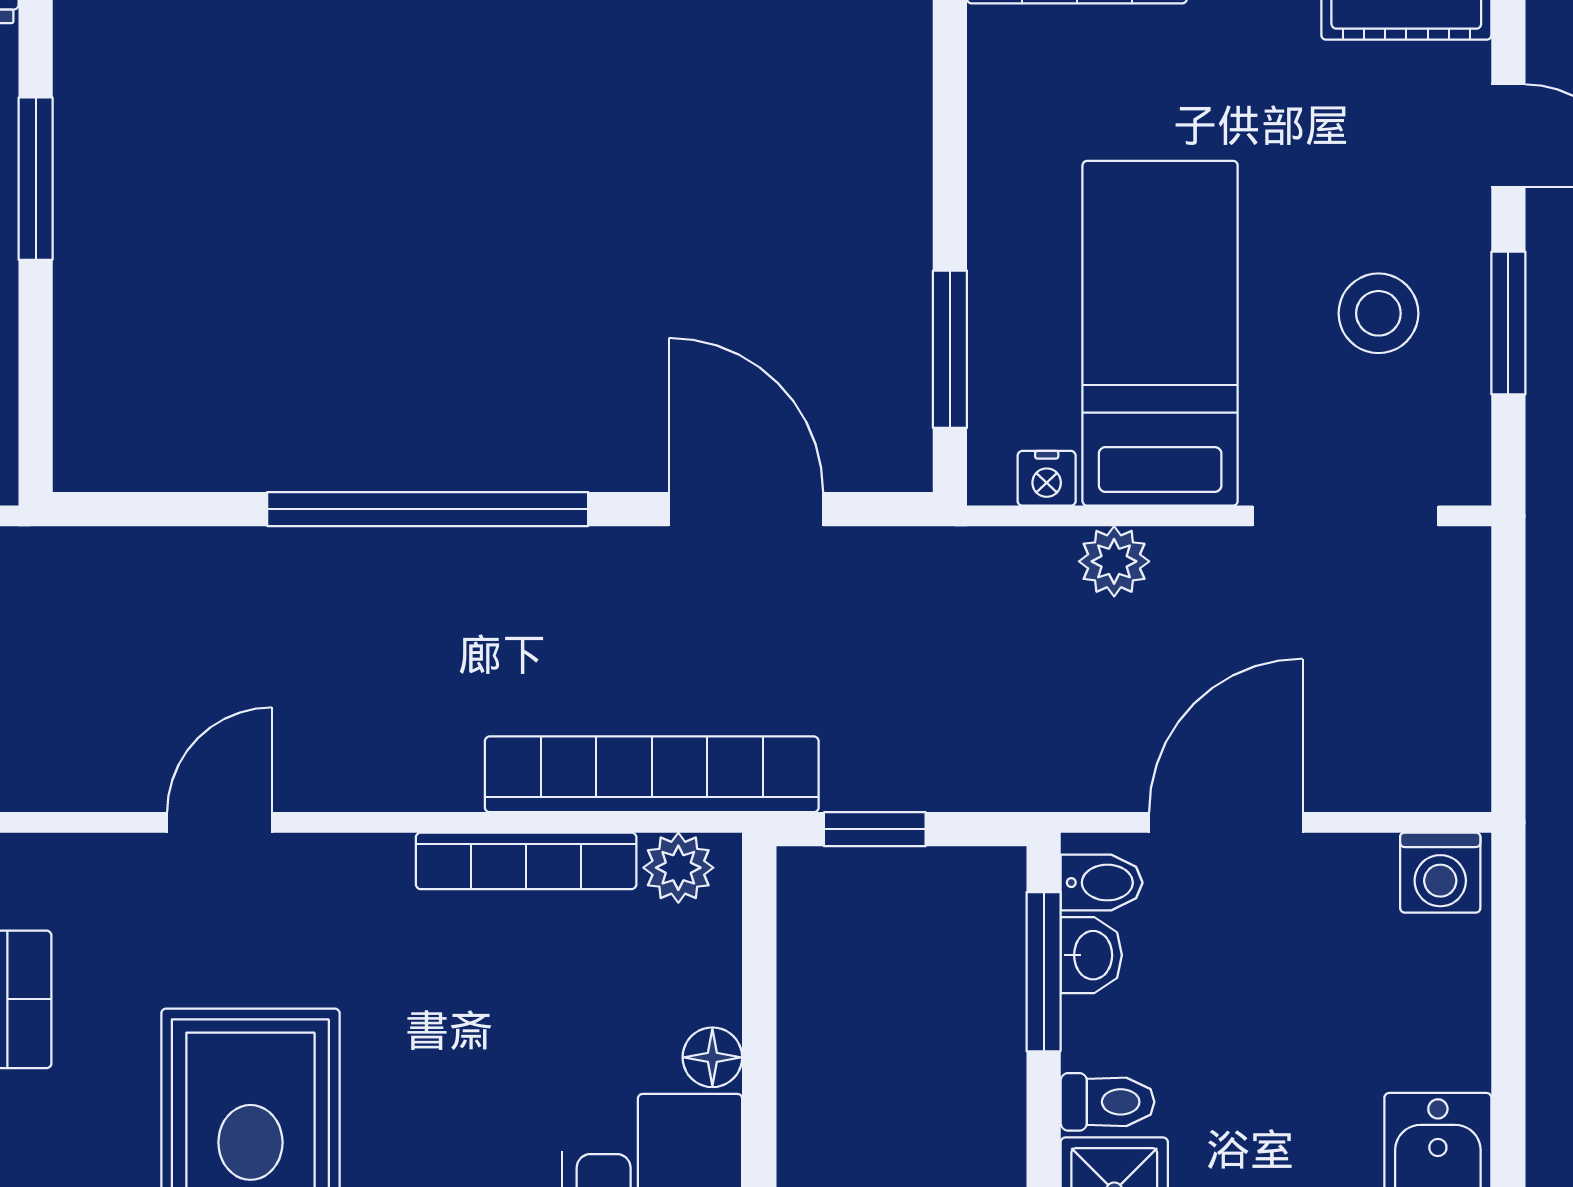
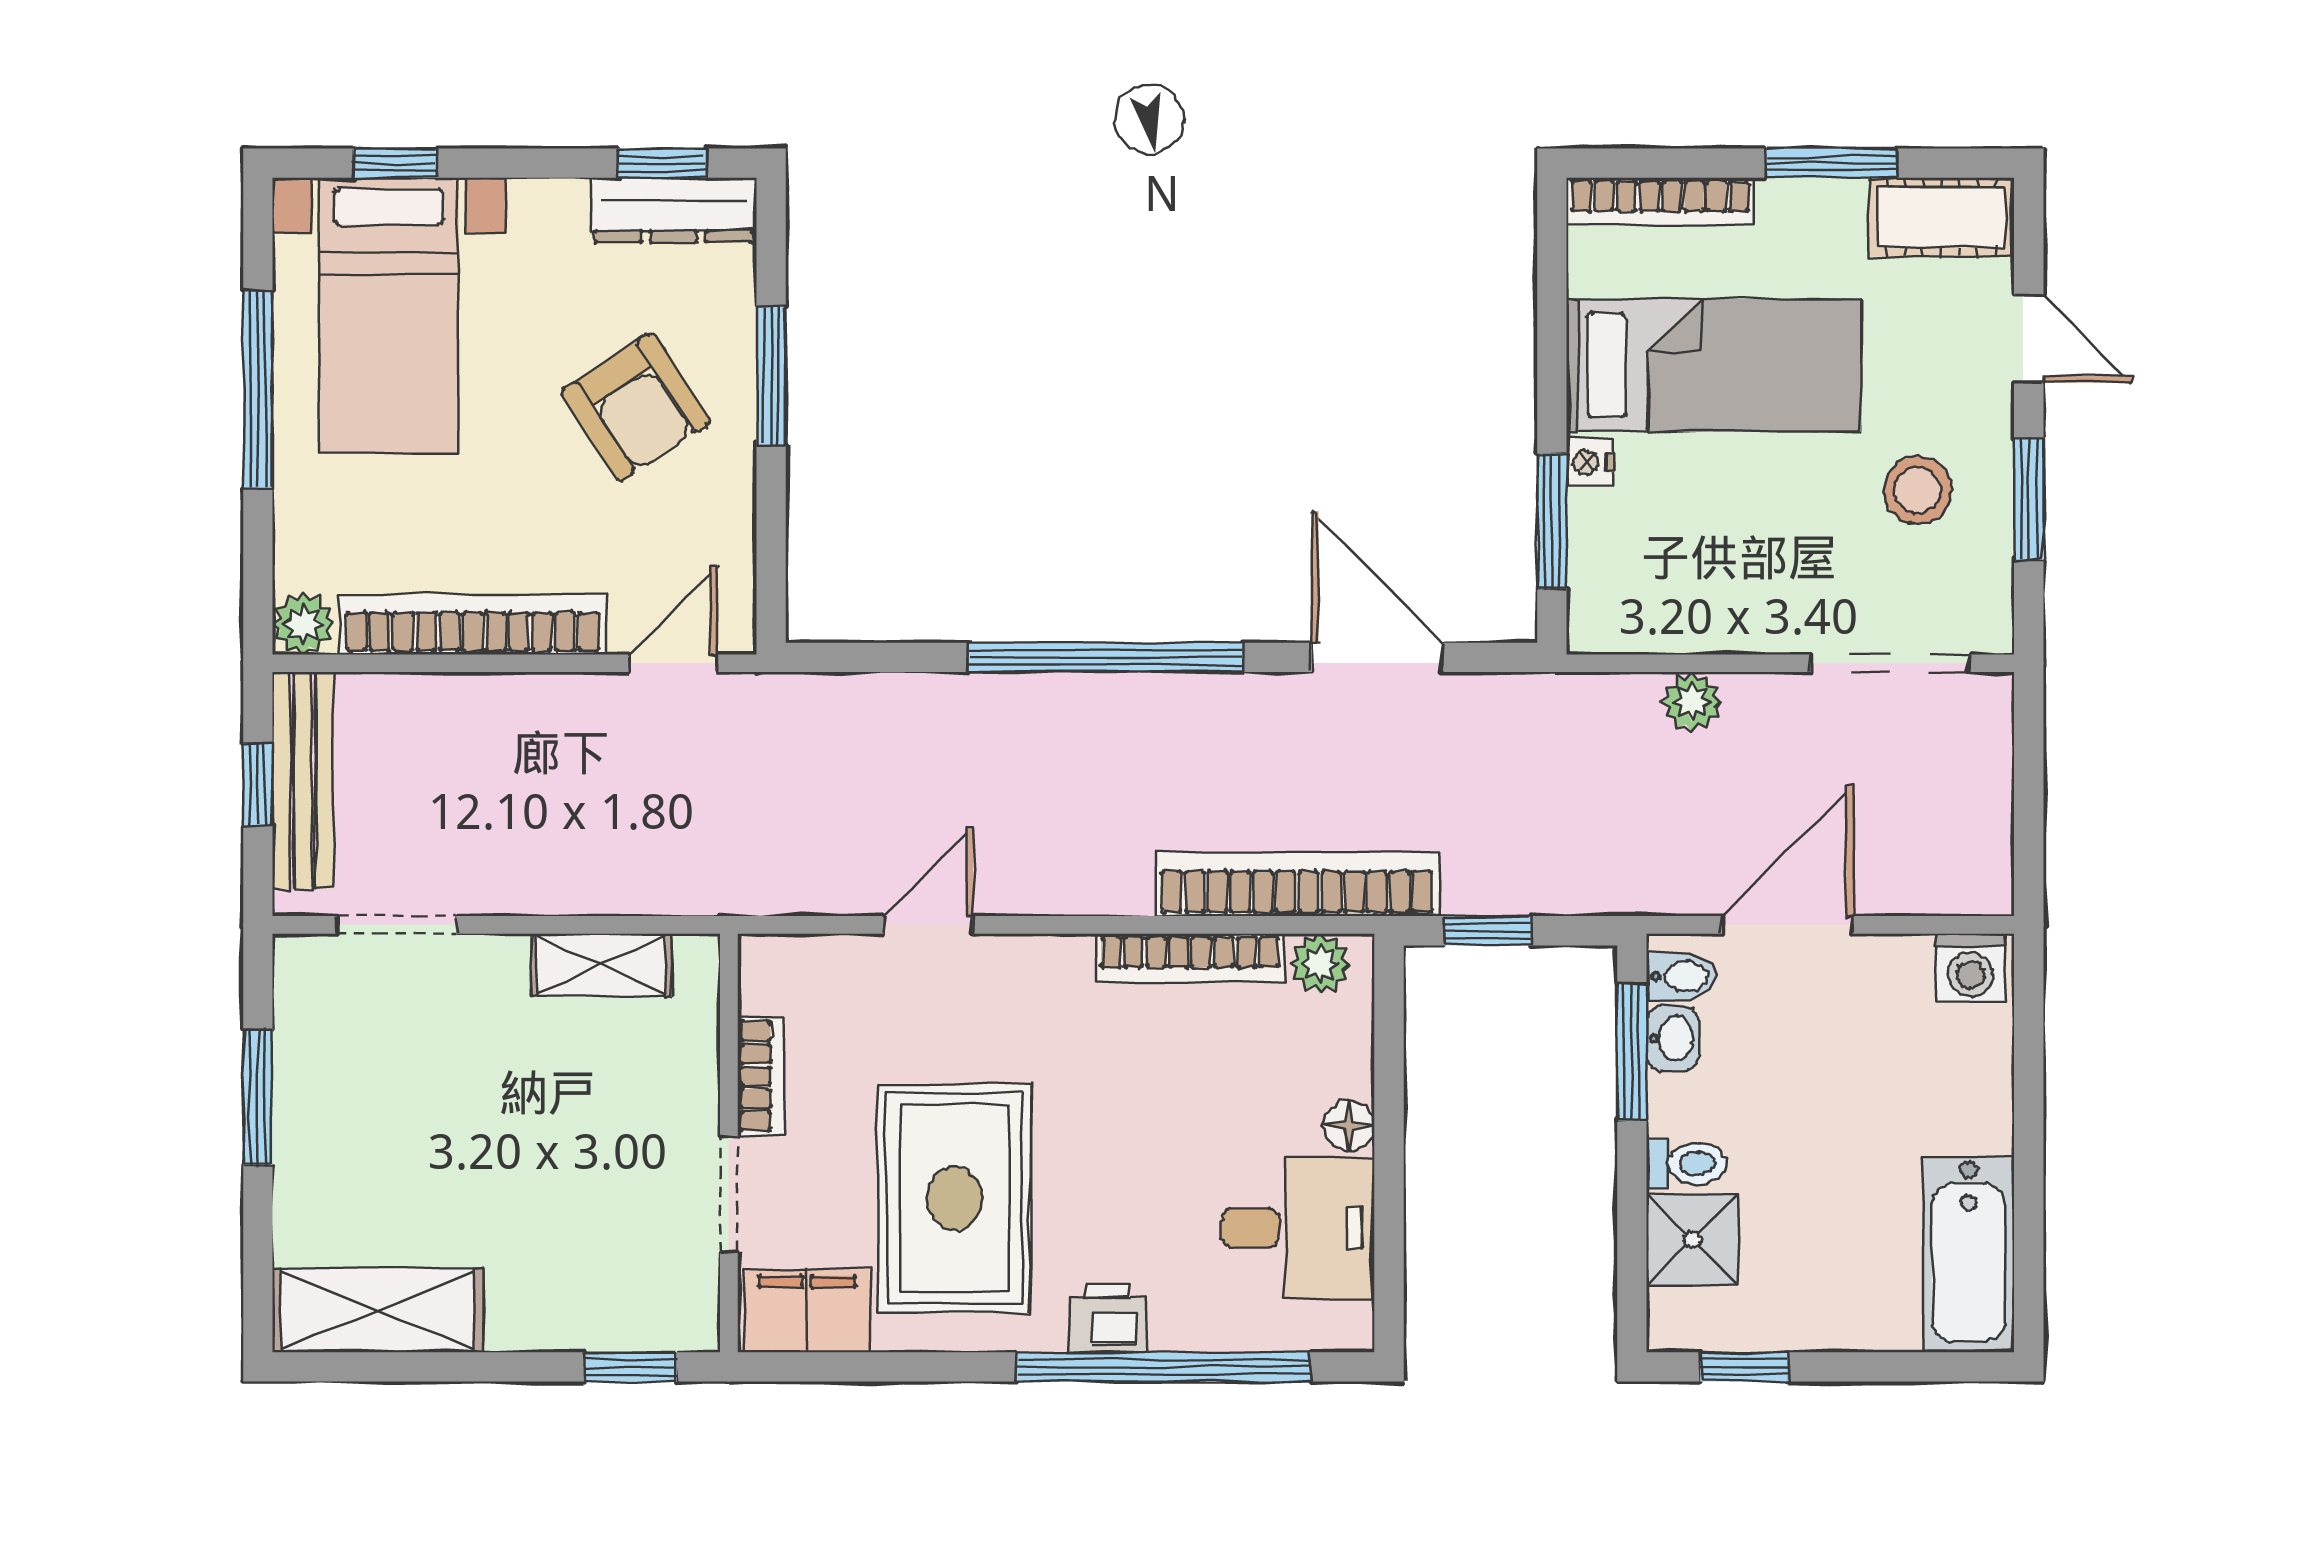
bed: (1160, 333) -> (1714, 365), moved, turned 90
nightstand: (1047, 478) -> (1590, 462), moved, turned 90

